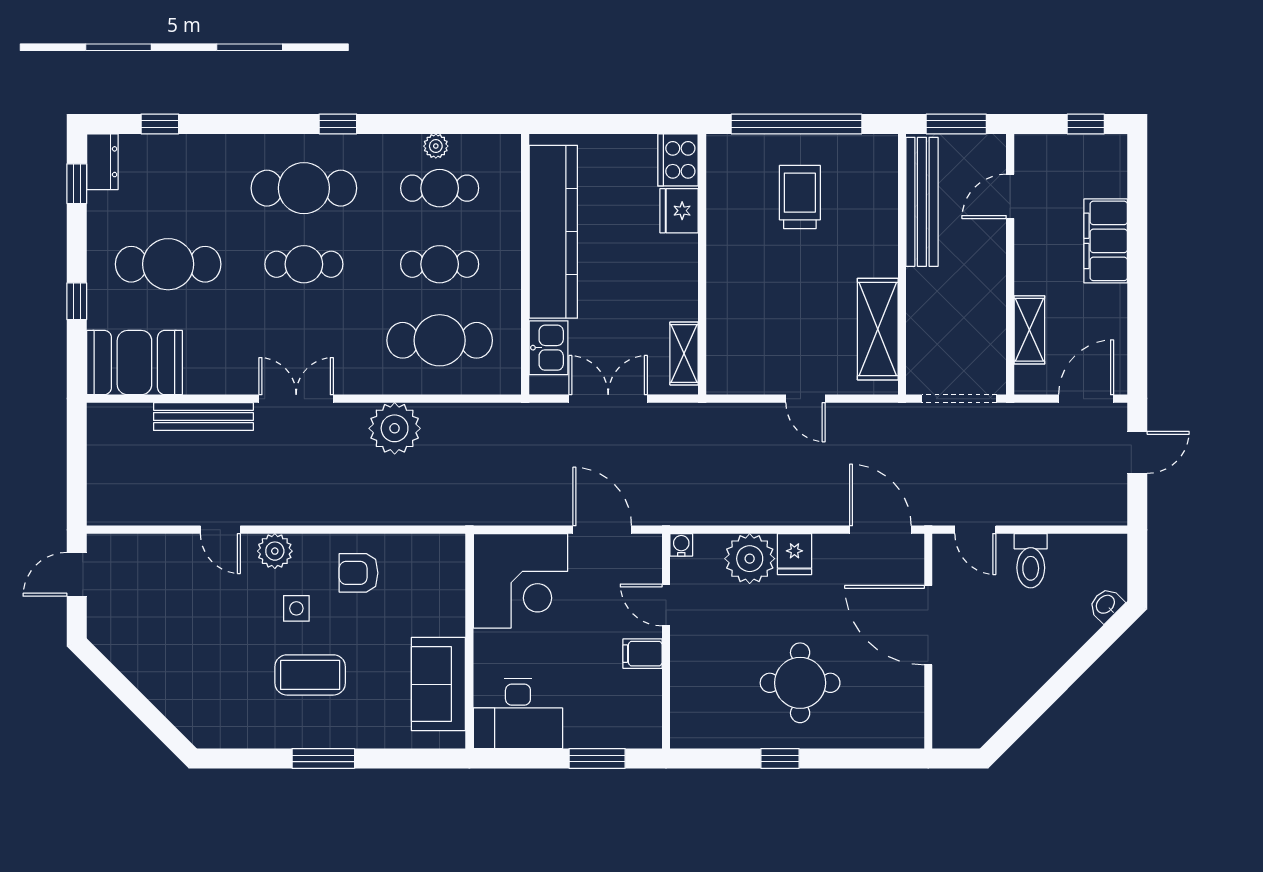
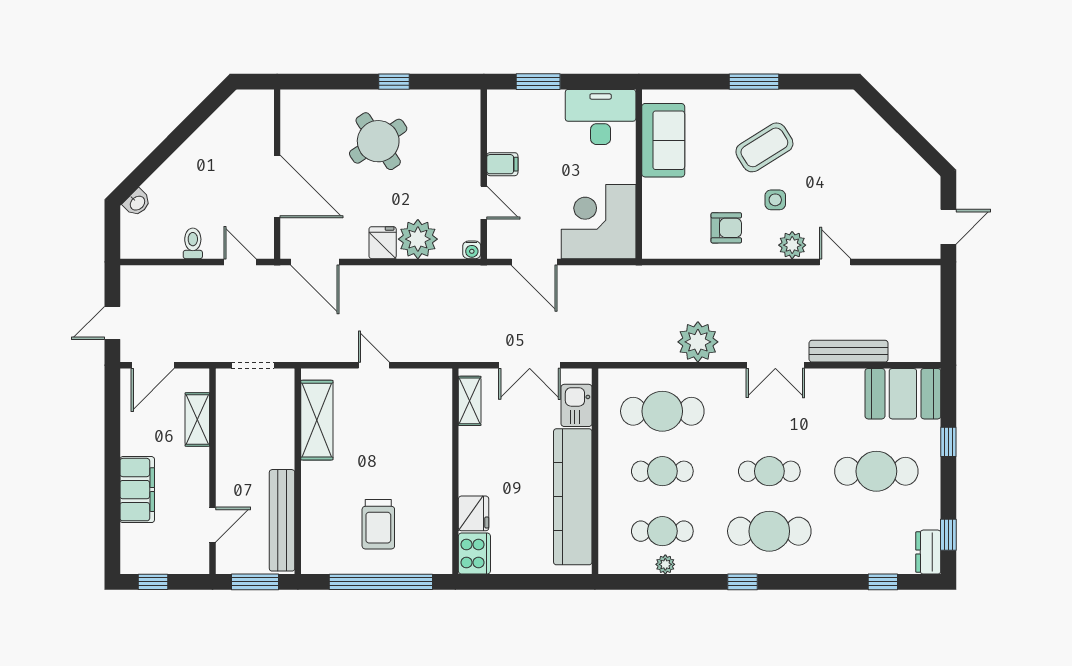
doorway: (959, 399) -> (253, 365), width x0.73
toilet: (1031, 561) -> (193, 243), width x0.73, depth x0.72
coffee table: (310, 675) -> (764, 147), turned -32
round table: (800, 683) -> (378, 141), turned -34

